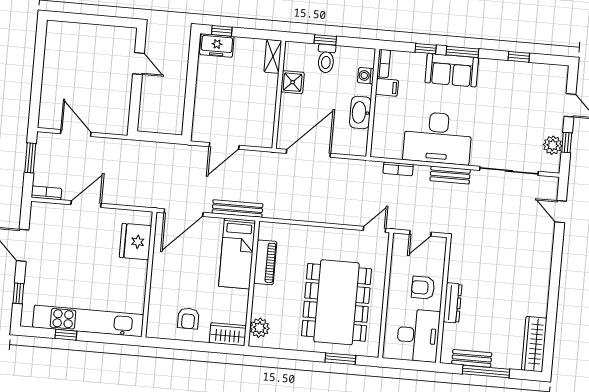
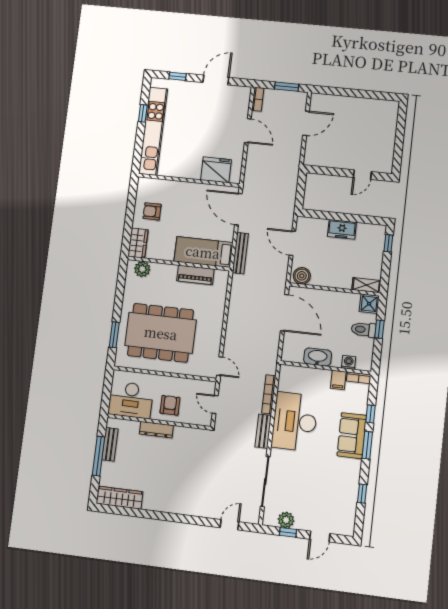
freezer: (217, 45) -> (342, 229), moved, turned -90
shower: (293, 82) -> (369, 304), moved
boiler: (263, 134) -> (302, 276), added
bookcase: (398, 169) -> (269, 394), width x1.56

